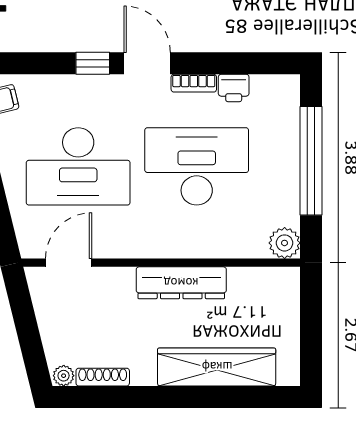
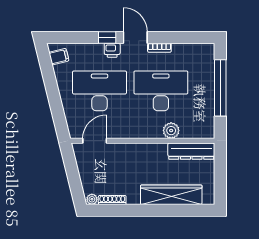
printer: (234, 88) -> (112, 50), moved
desk: (78, 166) -> (100, 91), turned 180
plant: (285, 243) -> (171, 131), moved
dresser: (181, 283) -> (191, 151), moved

